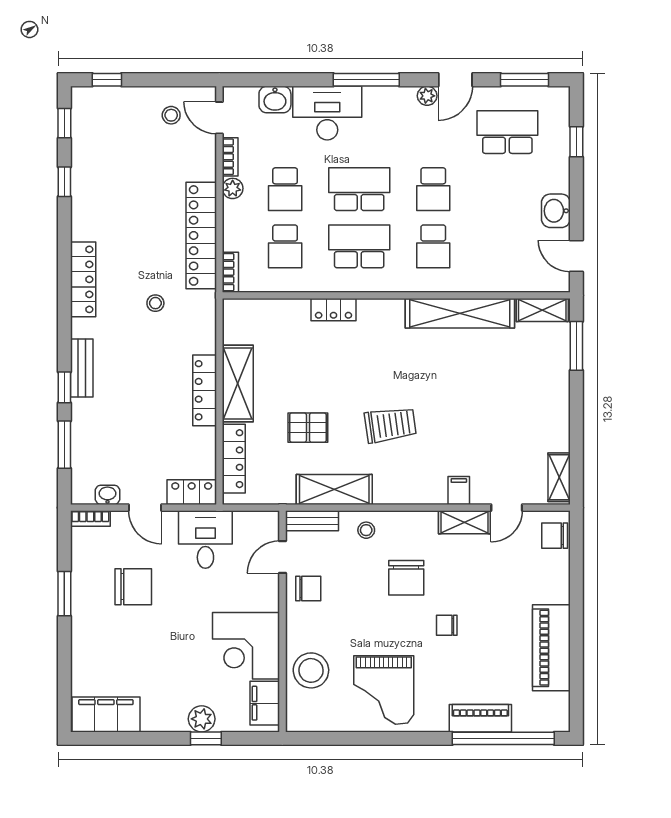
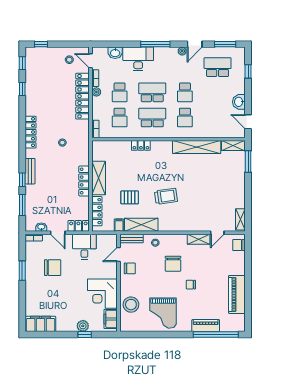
locker: (201, 235) -> (83, 96), moved
filing cabinet: (459, 490) -> (119, 225), moved

